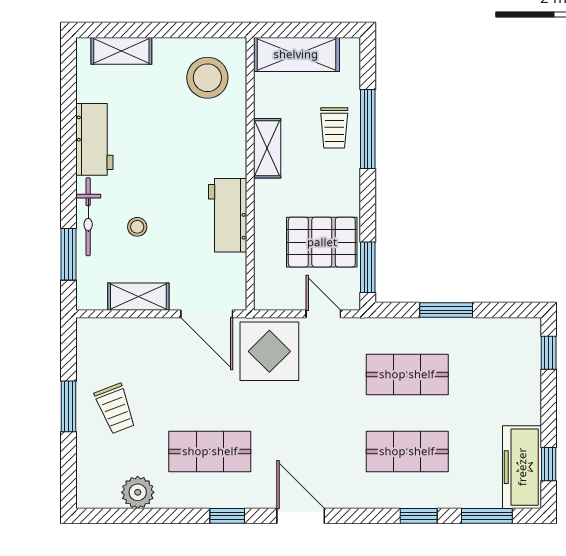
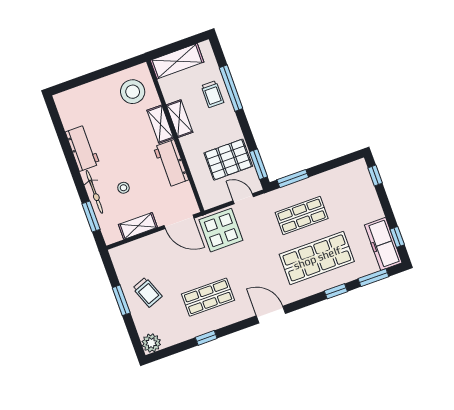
shelving: (121, 51) -> (160, 124), moved, turned 90
window: (446, 310) -> (293, 179), moved
shop shelf: (407, 451) -> (317, 258), width x1.43, depth x1.36
plant: (138, 492) -> (151, 343), moved
window: (227, 516) -> (206, 338), moved

